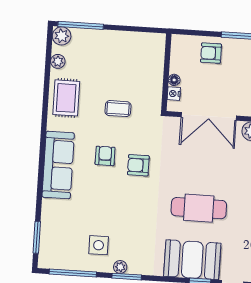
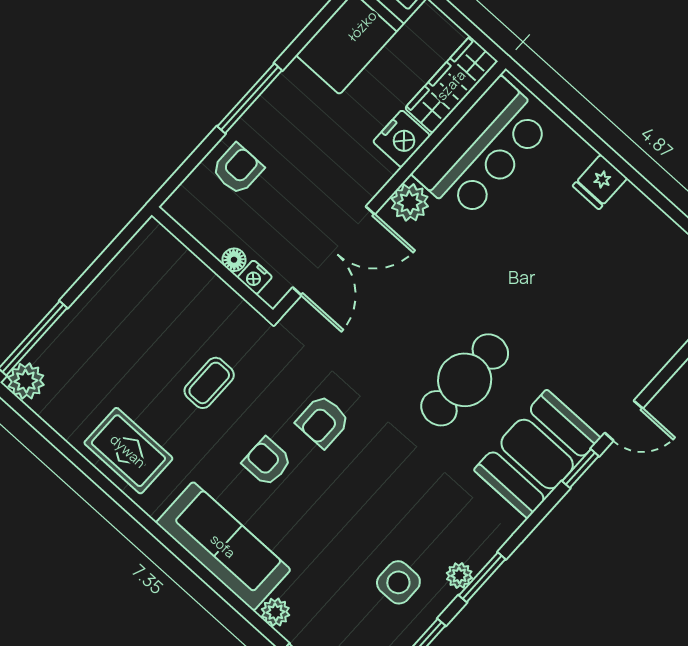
armchair: (211, 53) -> (238, 169), turned 180
plant: (58, 61) -> (275, 612), moved

